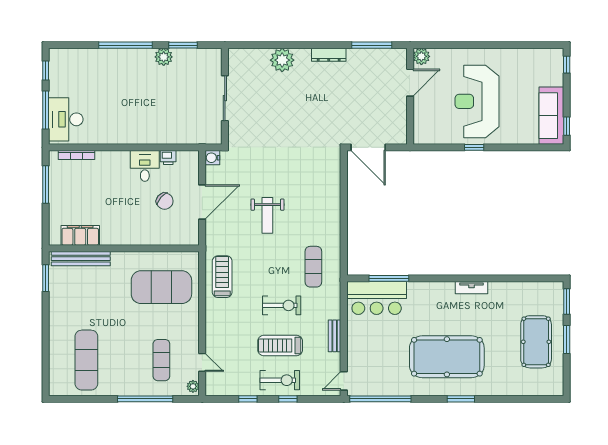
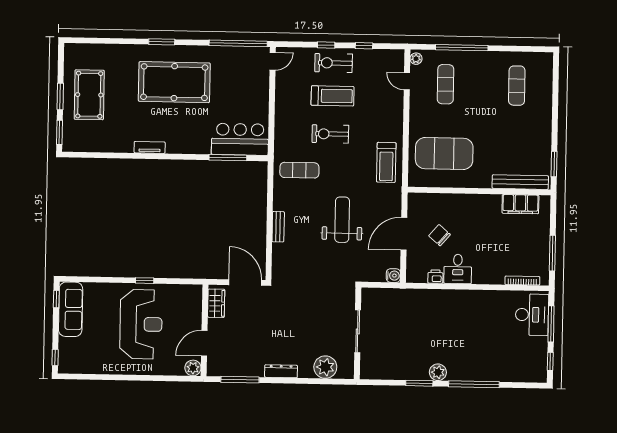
wall: (225, 96) -> (358, 333), moved
sliding door: (225, 98) -> (358, 331), moved
wardrobe: (398, 125) -> (216, 303), added
weight bench: (267, 215) -> (342, 220), width x1.36, depth x1.33
exercise mat: (313, 267) -> (299, 170), turned 90
bench: (335, 336) -> (278, 227), moved
exercise mat: (86, 360) -> (517, 86), width x0.73, depth x0.69

